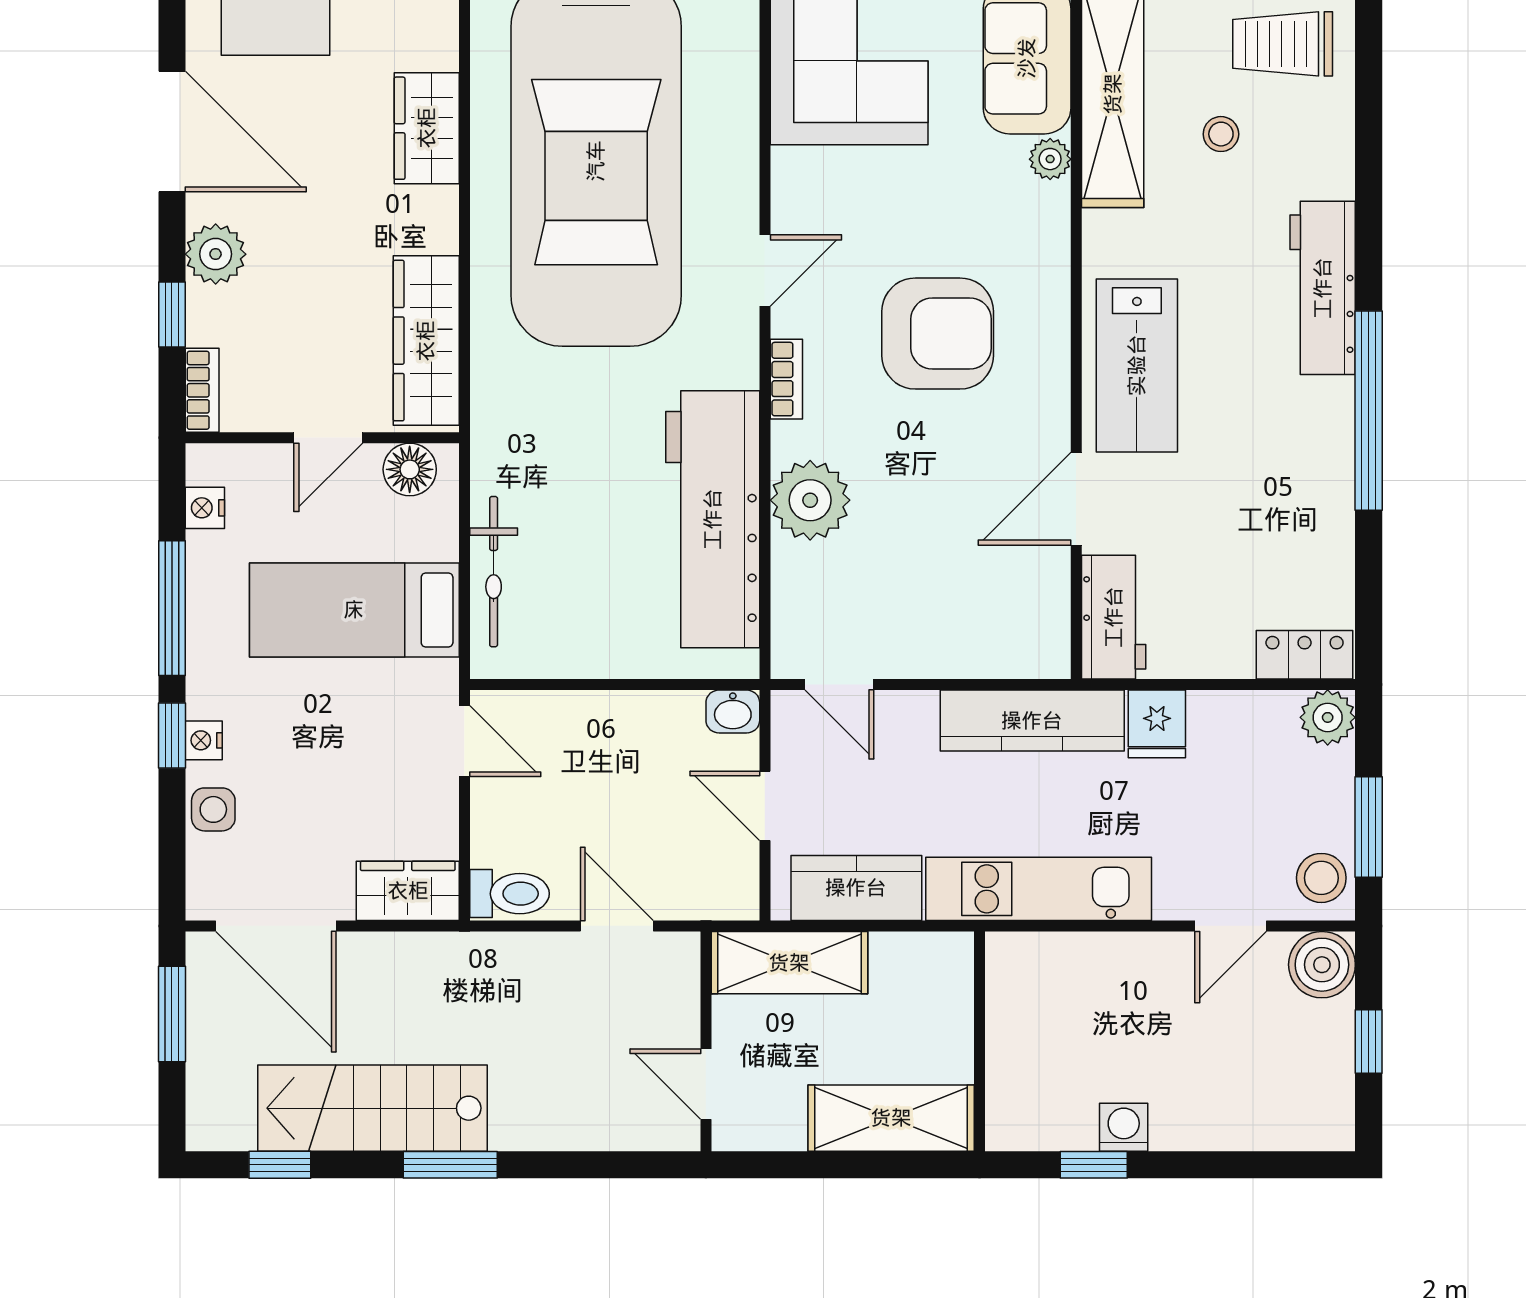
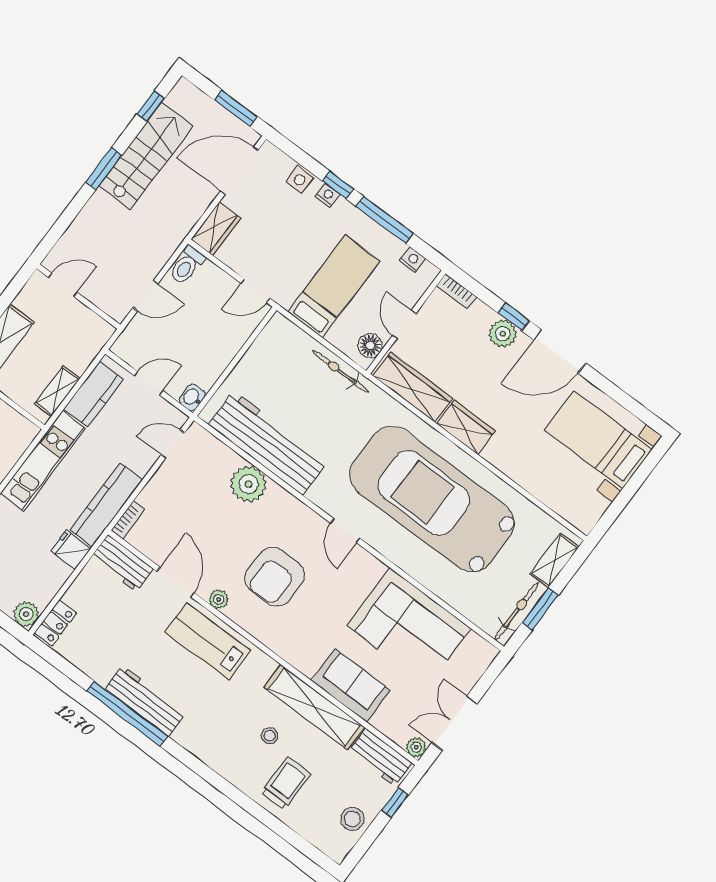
wardrobe: (427, 128) -> (466, 427), moved
plant: (1050, 159) -> (219, 599), moved
workbench: (1323, 288) -> (146, 701), moved
window: (172, 314) -> (514, 317), moved
bookcase: (786, 379) -> (128, 520), moved, turned -90
bicycle: (494, 572) -> (340, 371), moved
shelving: (789, 963) -> (57, 391), moved, width x0.67, depth x0.75

